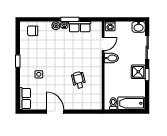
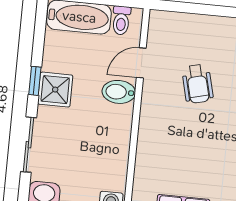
door: (103, 44) -> (141, 63), moved
bidet: (111, 58) -> (119, 92), moved

